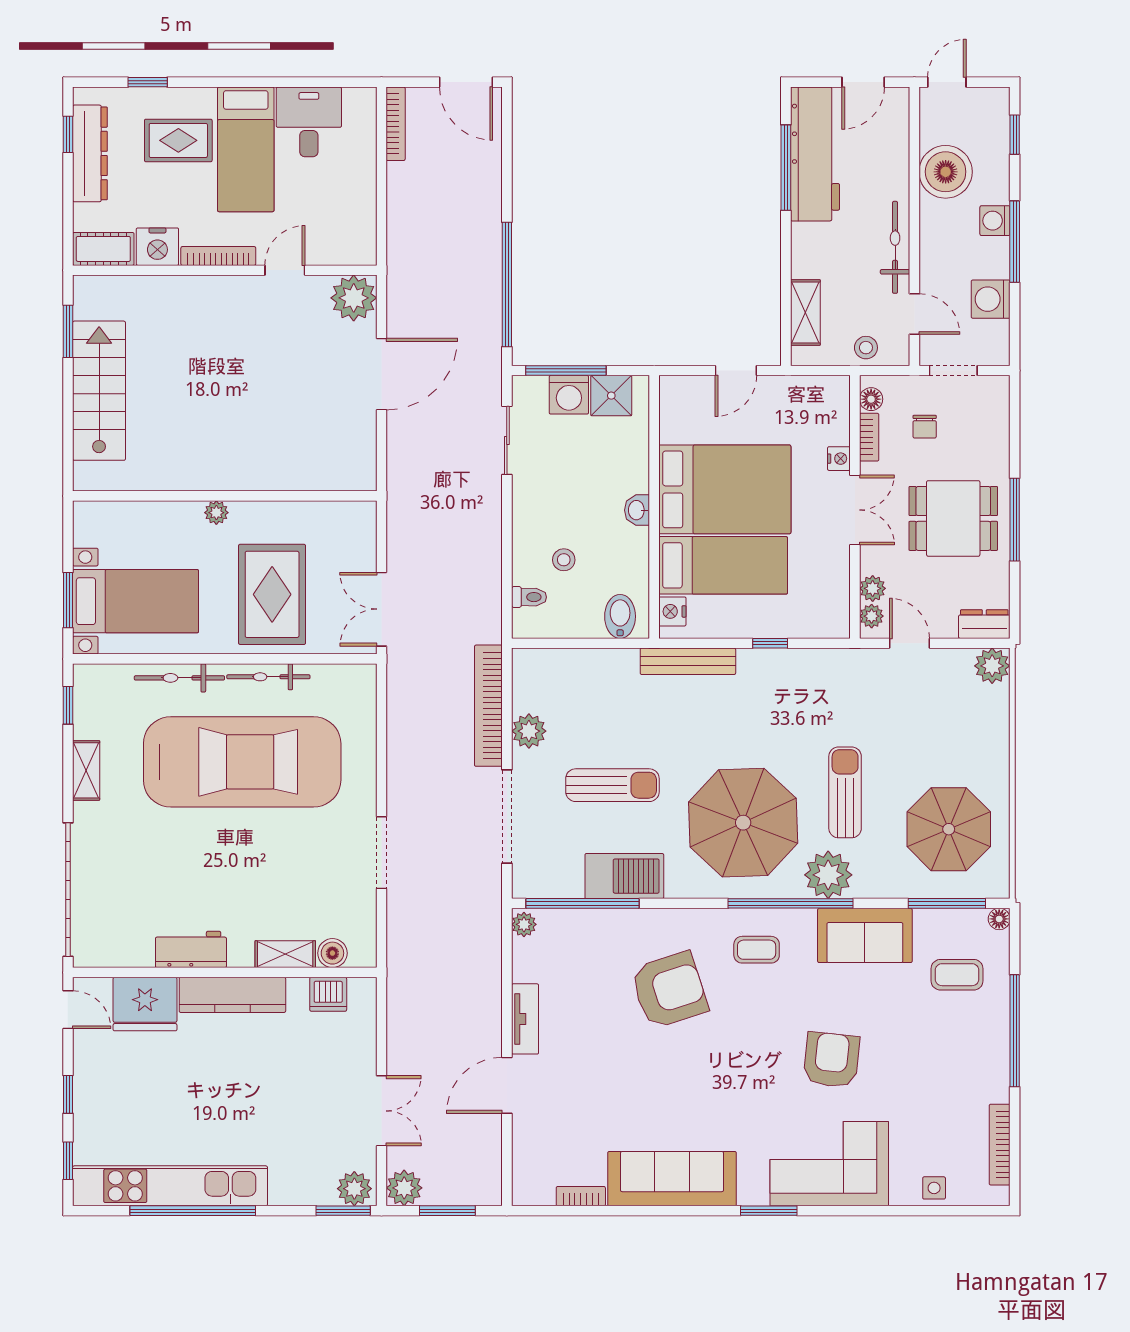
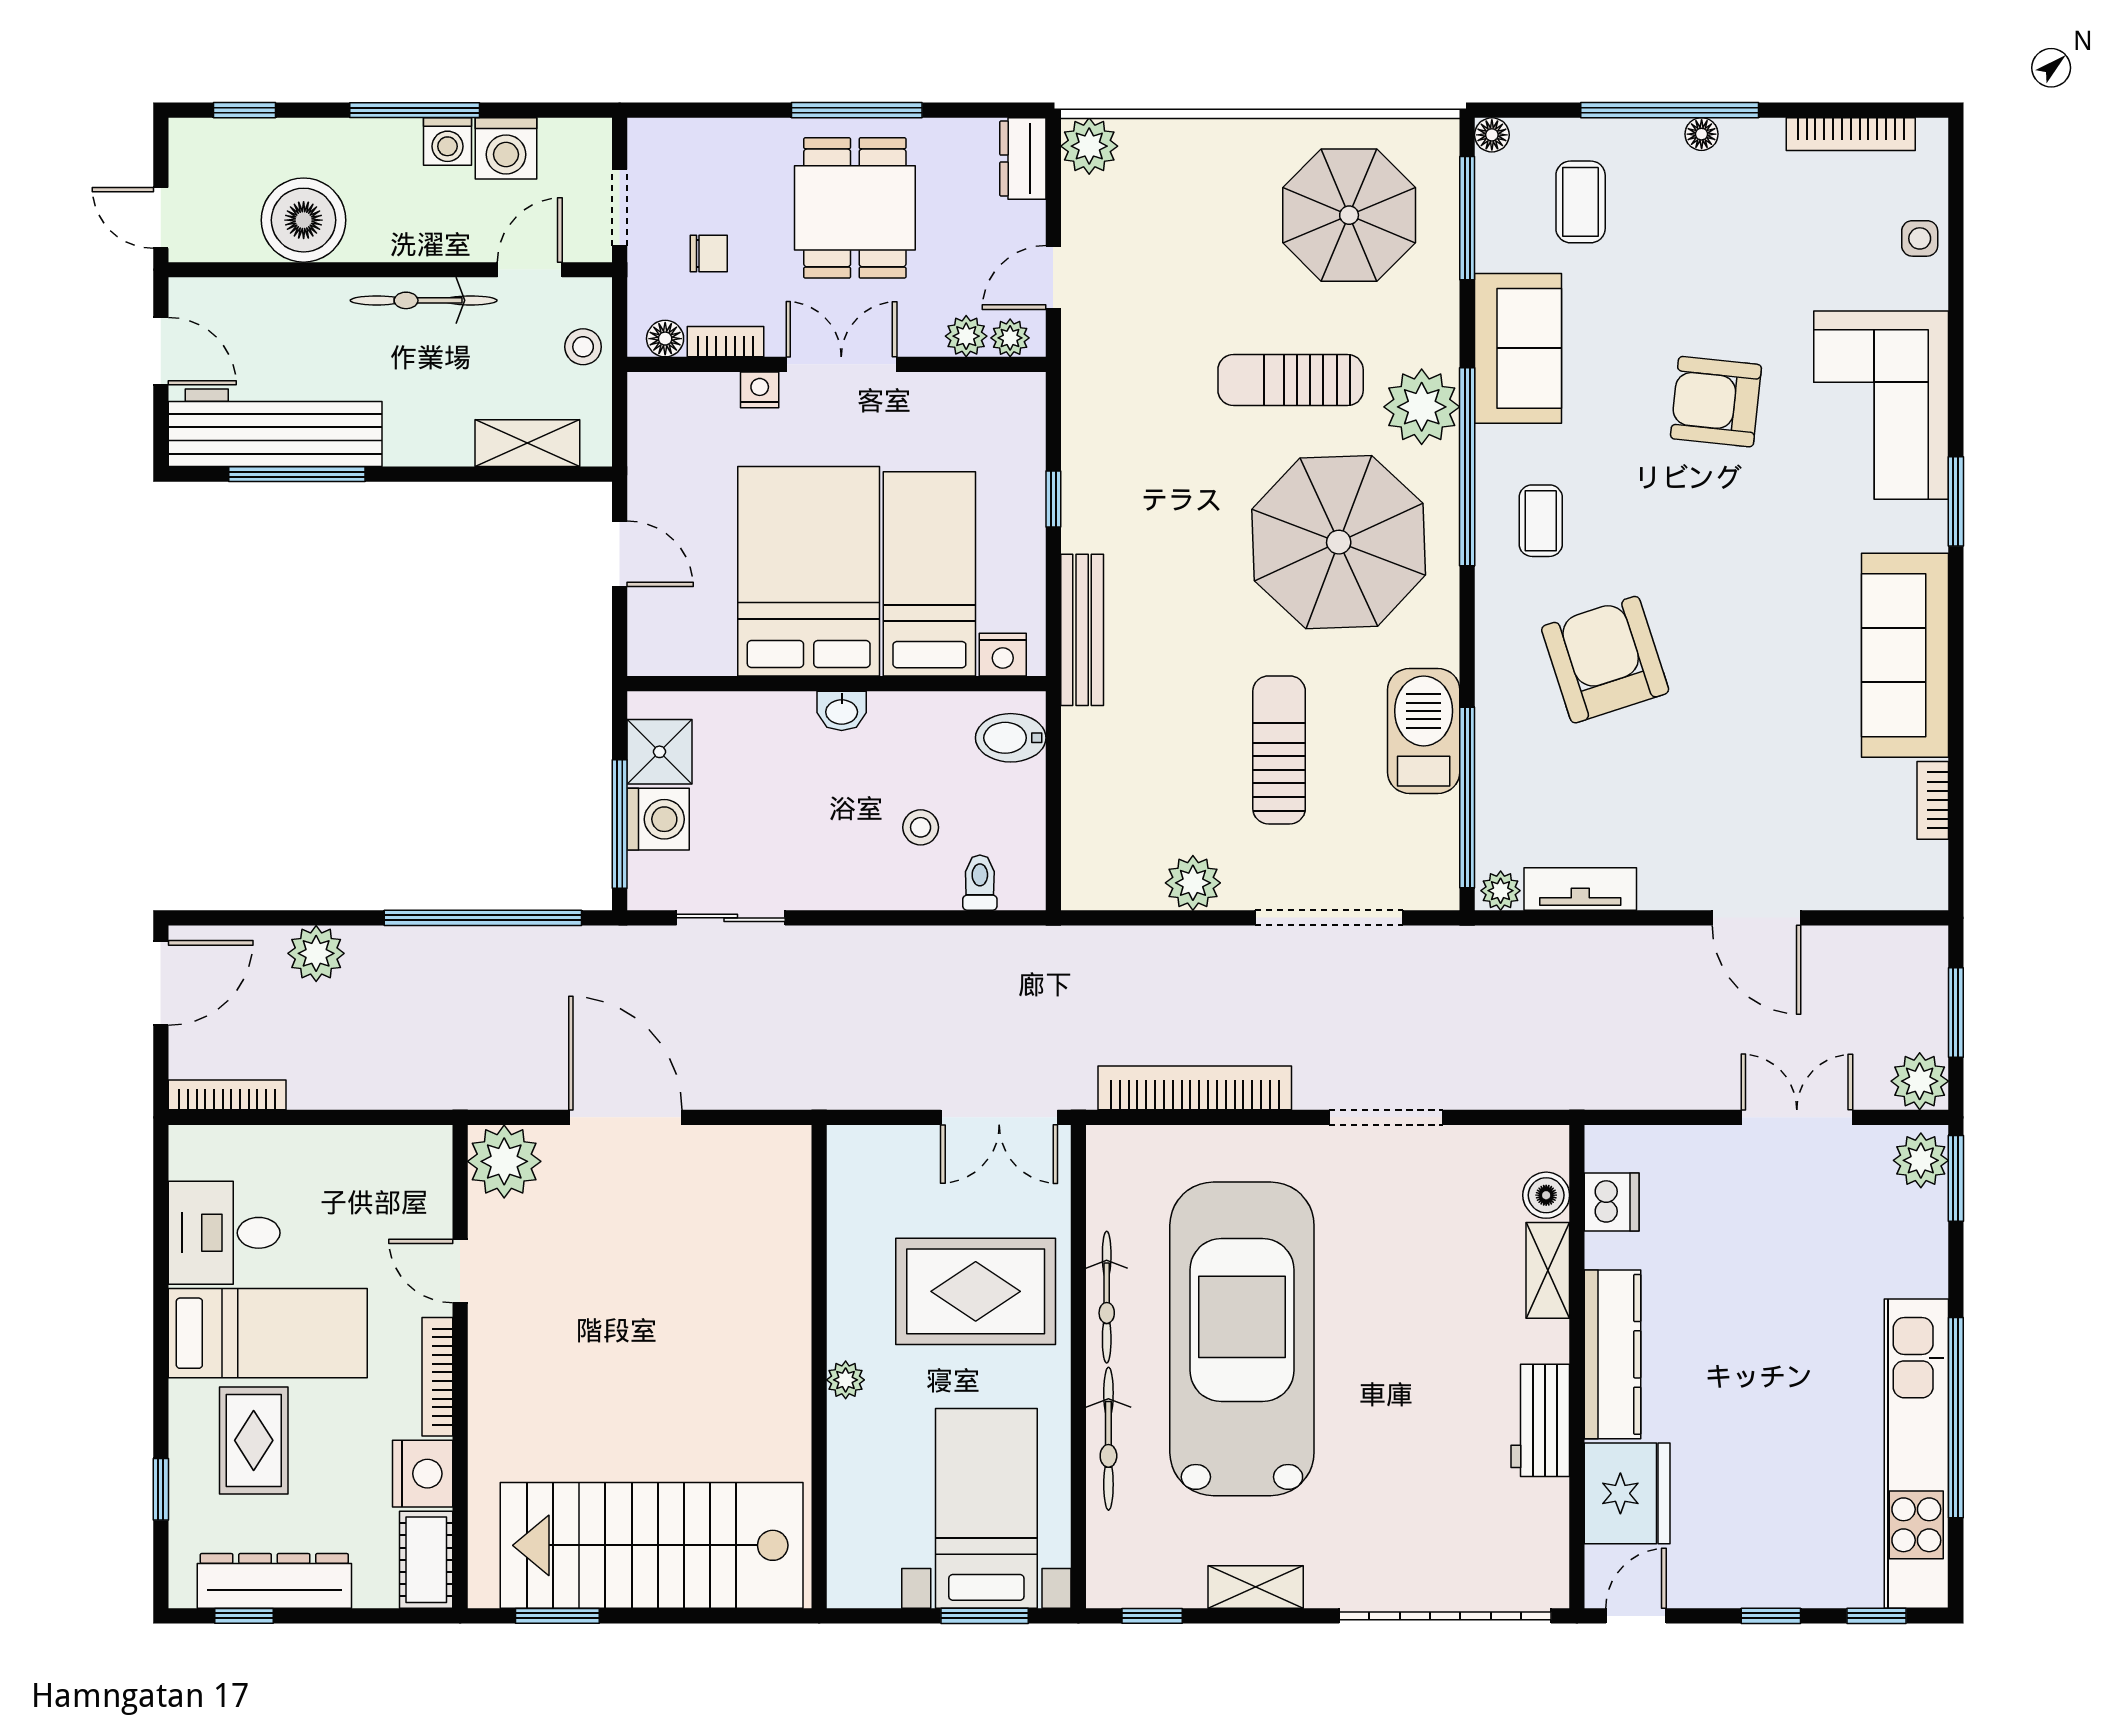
plant: (484, 180) -> (316, 953), added
washing machine: (995, 221) -> (447, 142), moved
stairs: (99, 391) -> (652, 1545), width x1.36, depth x1.51
bookcase: (488, 706) -> (1195, 1088), moved, turned 180
tv unit: (525, 1019) -> (1580, 889), moved
floor lamp: (1000, 1051) -> (1702, 134), added

